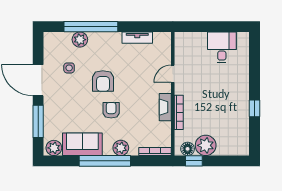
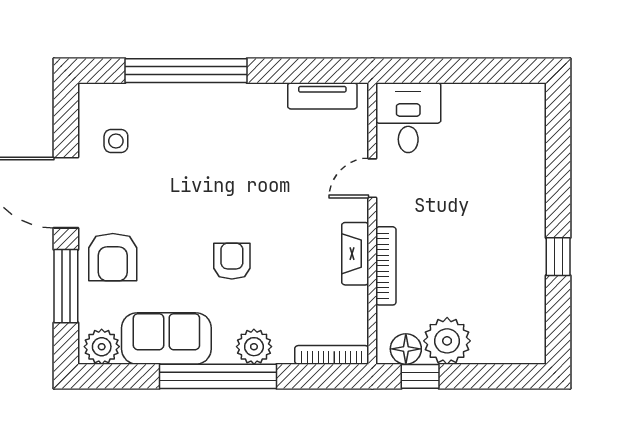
tv unit: (137, 38) -> (322, 96), moved
plant: (80, 40) -> (161, 100), removed
desk: (222, 47) -> (408, 118), moved
side table: (69, 68) -> (116, 141), moved
armchair: (103, 81) -> (113, 257), moved

